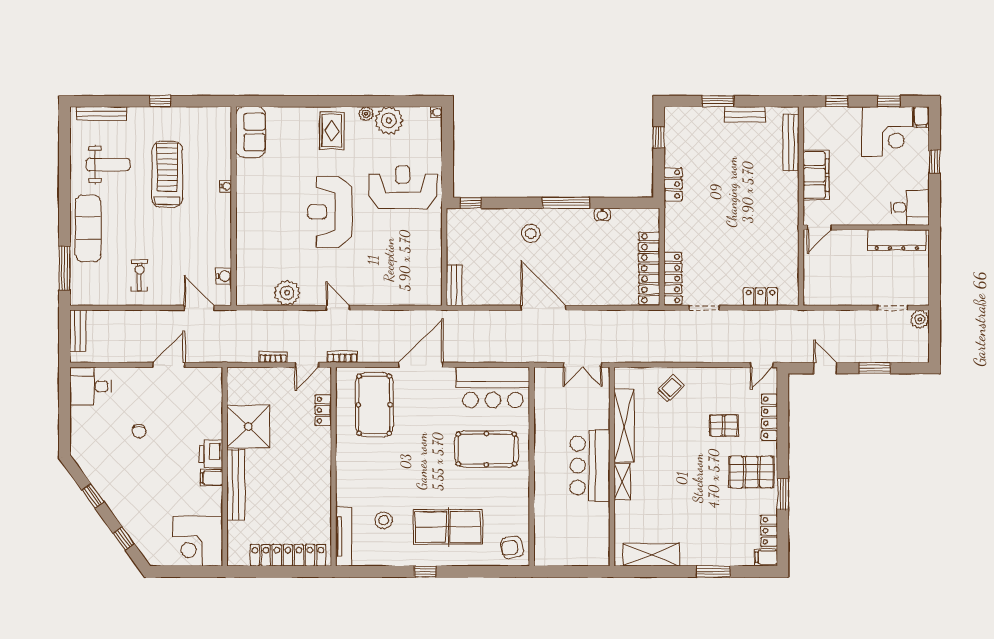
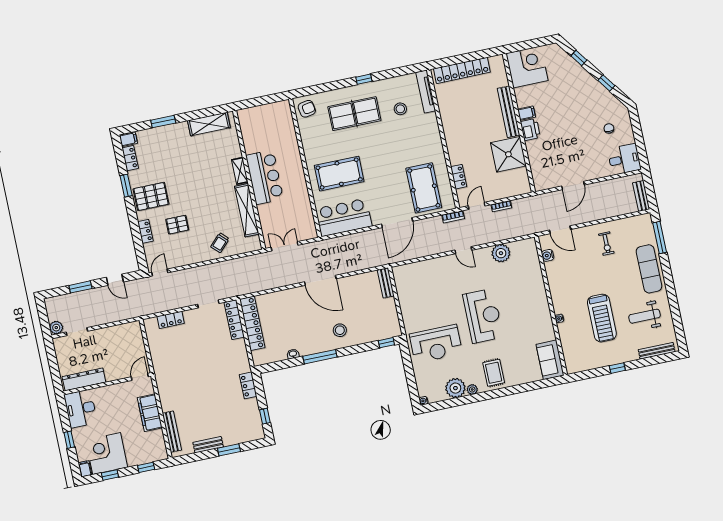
desk: (910, 207) -> (81, 409), width x1.37
locker: (770, 417) -> (145, 231), width x0.66
chair: (139, 431) -> (609, 128), moved

